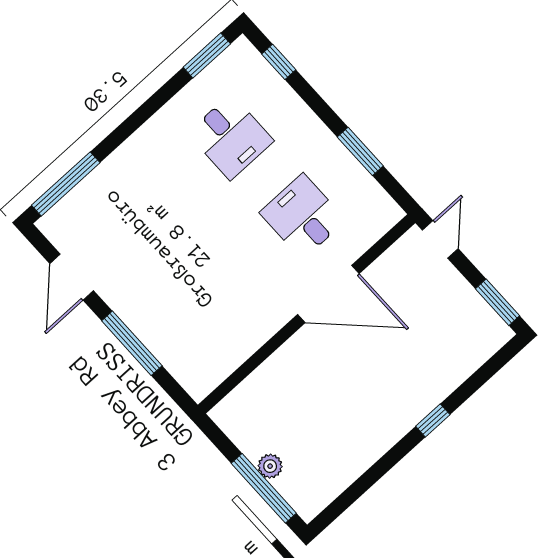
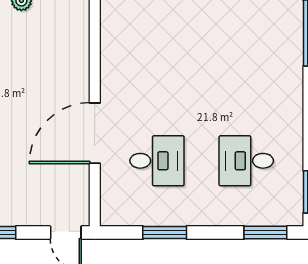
window: (279, 62) -> (265, 233), width x1.50

